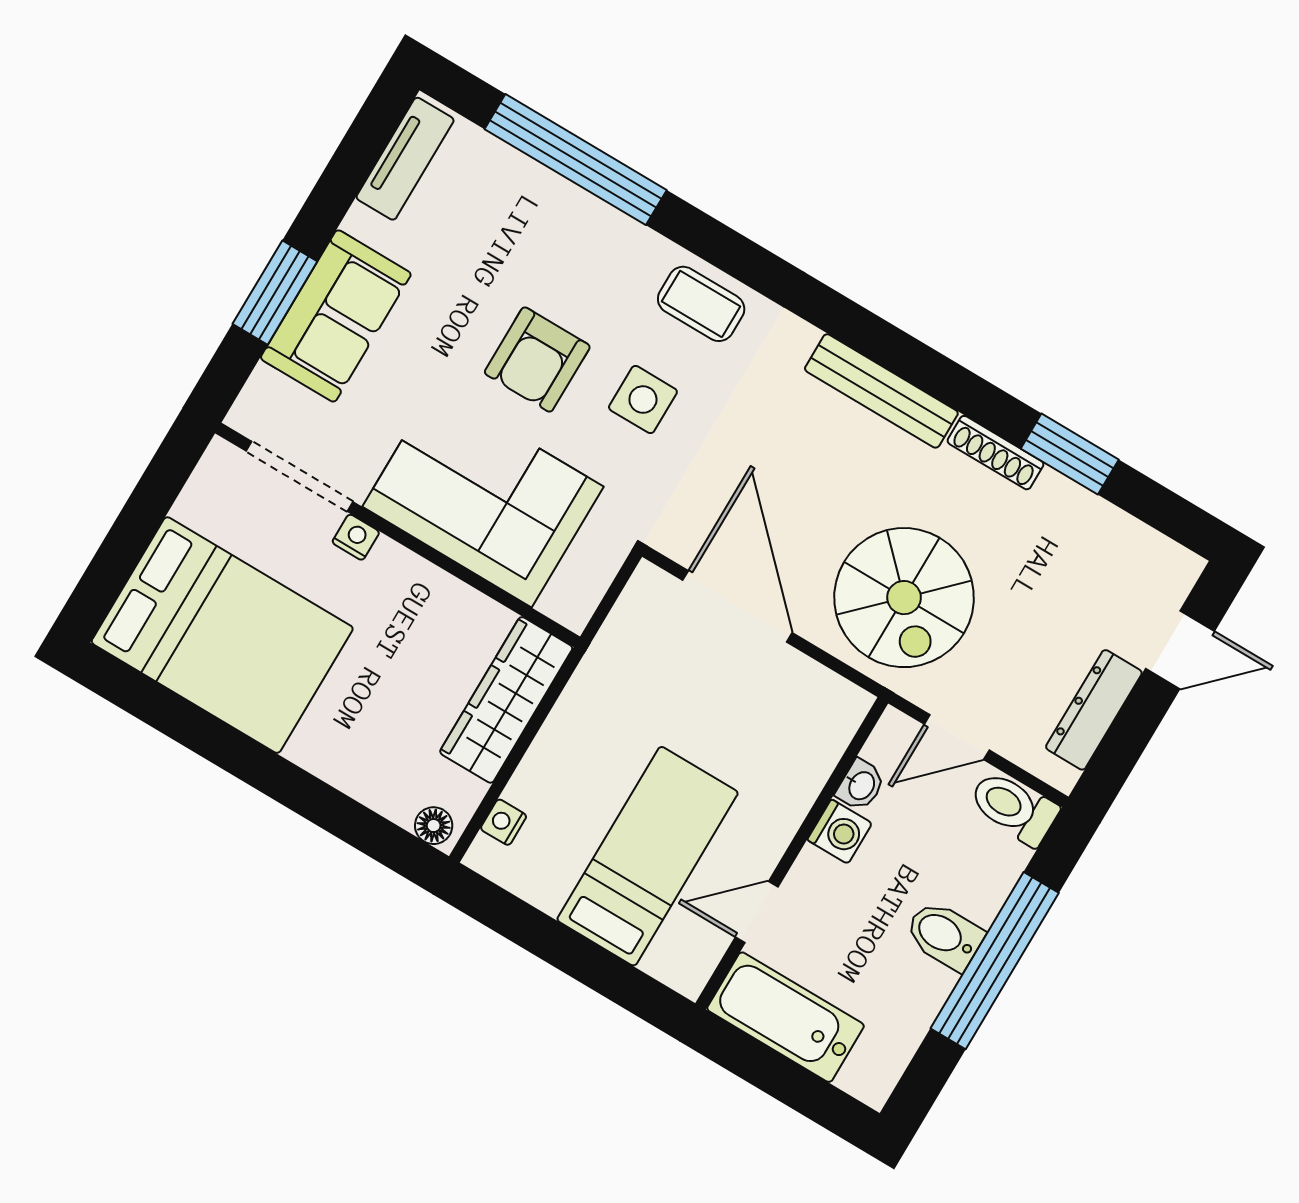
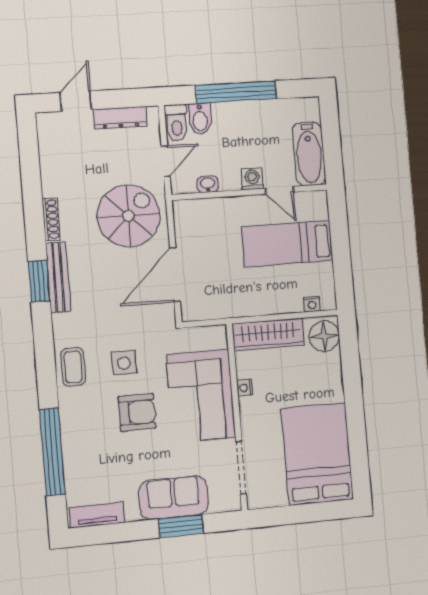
window: (1070, 454) -> (39, 281), moved
nightstand: (356, 537) -> (245, 388), moved
door: (1180, 650) -> (76, 101), hinge flipped
door: (957, 737) -> (166, 161), hinge flipped
floor lamp: (434, 826) -> (324, 336), width x1.89, depth x1.89
washing machine: (840, 832) -> (252, 179), moved
bidet: (944, 935) -> (200, 119), moved

